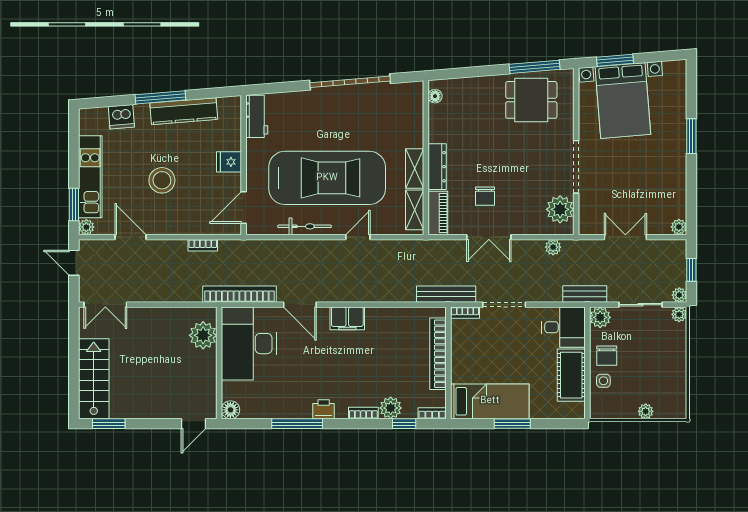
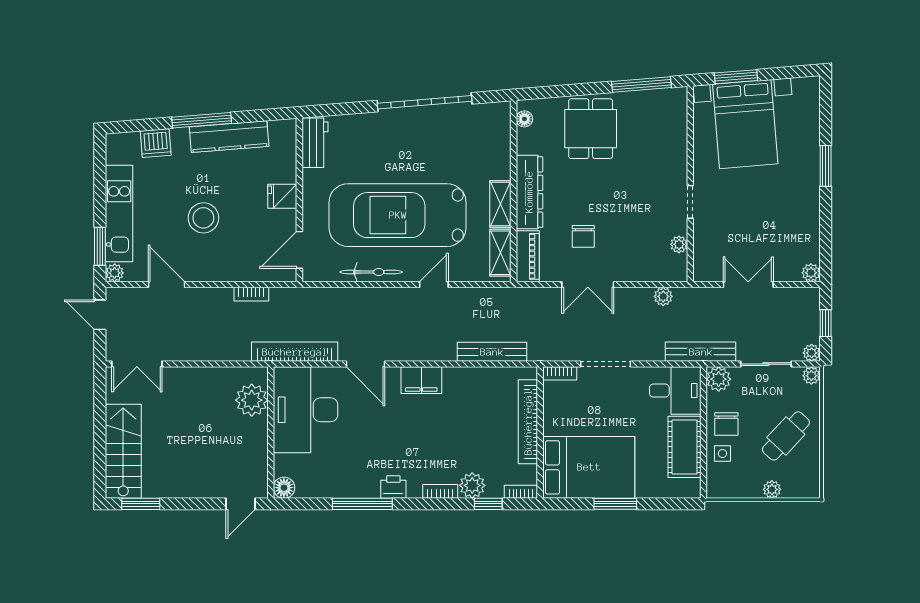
dining table: (531, 100) -> (591, 129), moved, turned 90
dresser: (437, 167) -> (529, 192), width x1.37, depth x1.24
doorway: (576, 167) -> (690, 202), width x0.53
car: (327, 178) -> (398, 215), turned 180
plant: (560, 209) -> (679, 244), width x0.53, depth x0.53
bench: (446, 294) -> (492, 352), moved
bench: (585, 294) -> (701, 352), width x1.36
cafe table: (658, 366) -> (786, 436), added
bed: (490, 401) -> (589, 467), width x1.50

